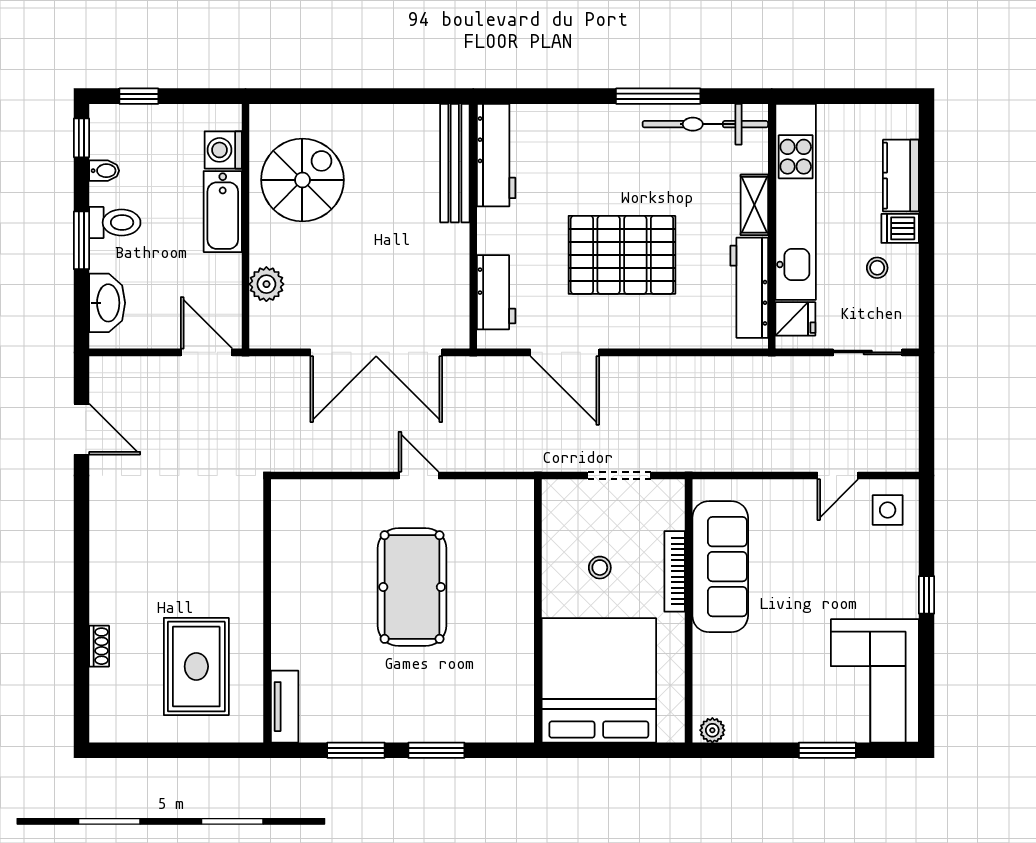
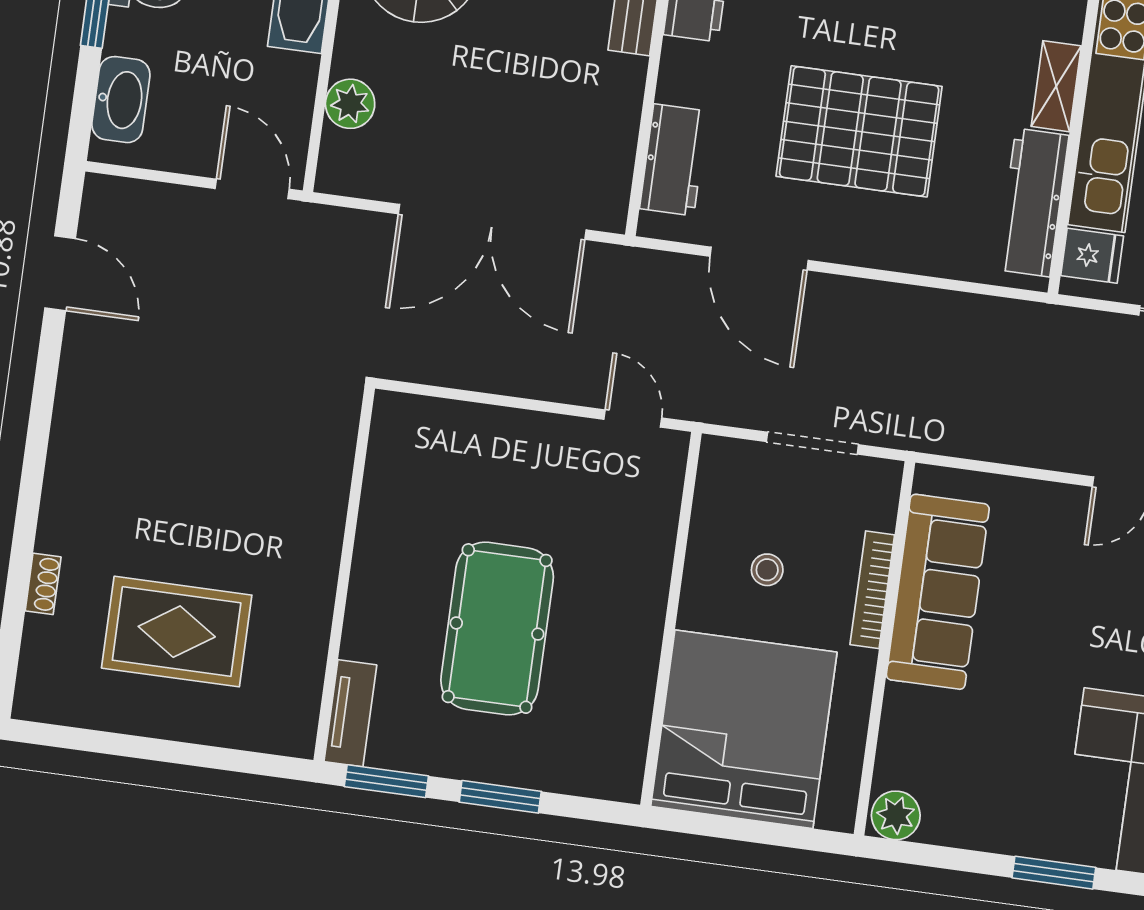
door: (419, 476) -> (633, 419), moved
pool table: (412, 587) -> (497, 629), moved
wall: (267, 611) -> (344, 574), moved
rug: (196, 666) -> (177, 632), turned 90
tv unit: (285, 707) -> (350, 713), moved
plant: (712, 730) -> (896, 815), width x1.38, depth x1.38

